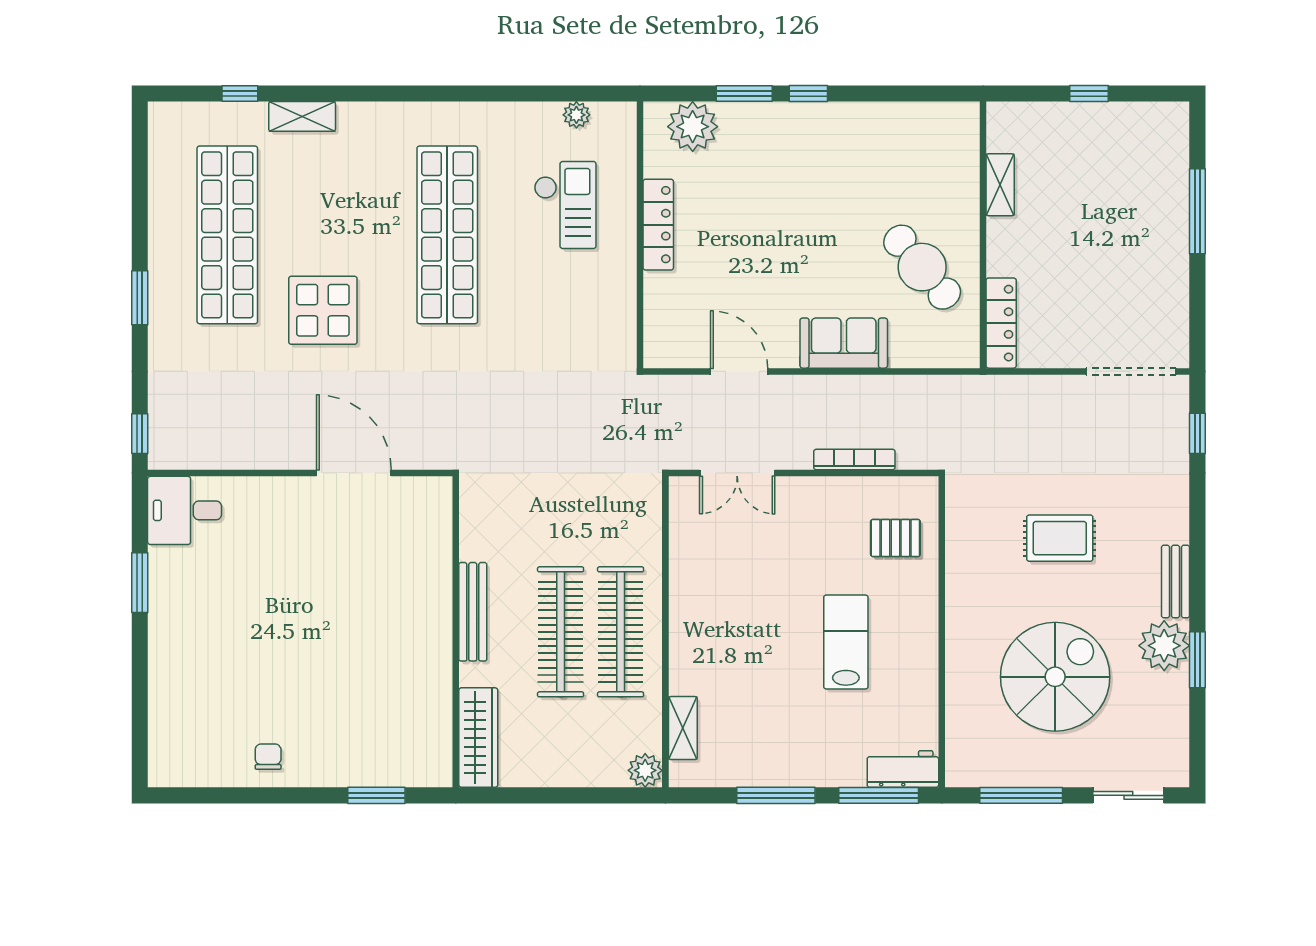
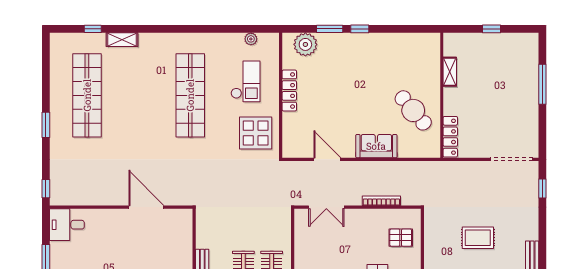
display table: (323, 310) -> (256, 133), moved

